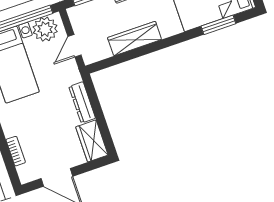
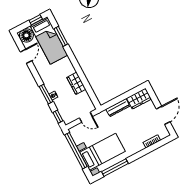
plant: (45, 29) -> (79, 136), removed
wardrobe: (135, 39) -> (76, 83), width x0.67

